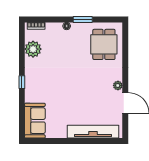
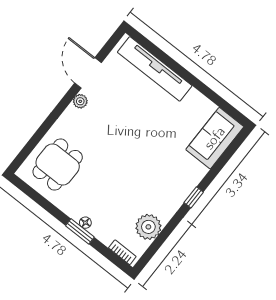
window: (83, 19) -> (80, 231), moved

